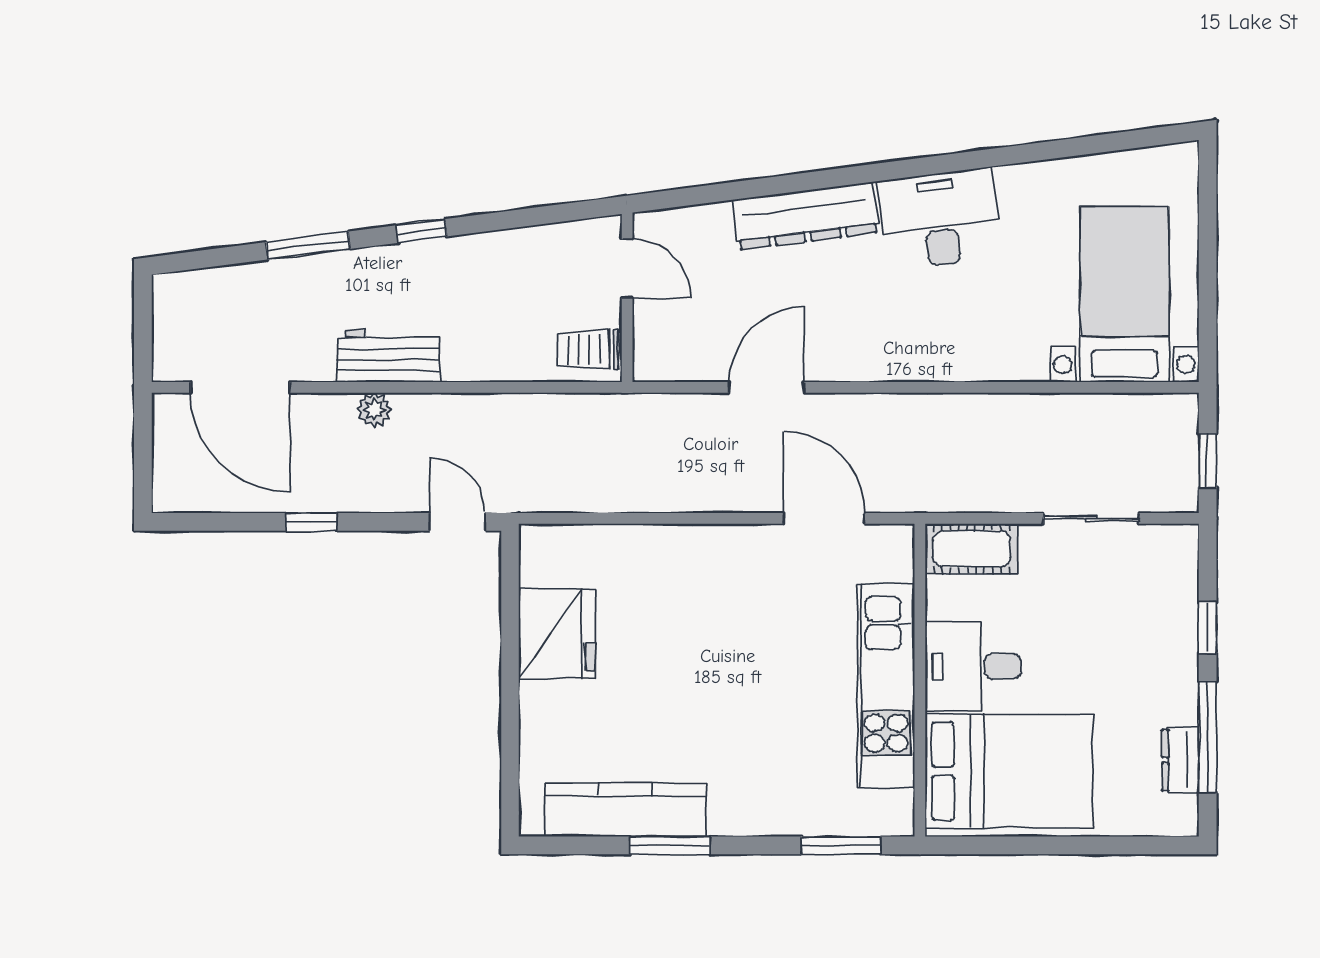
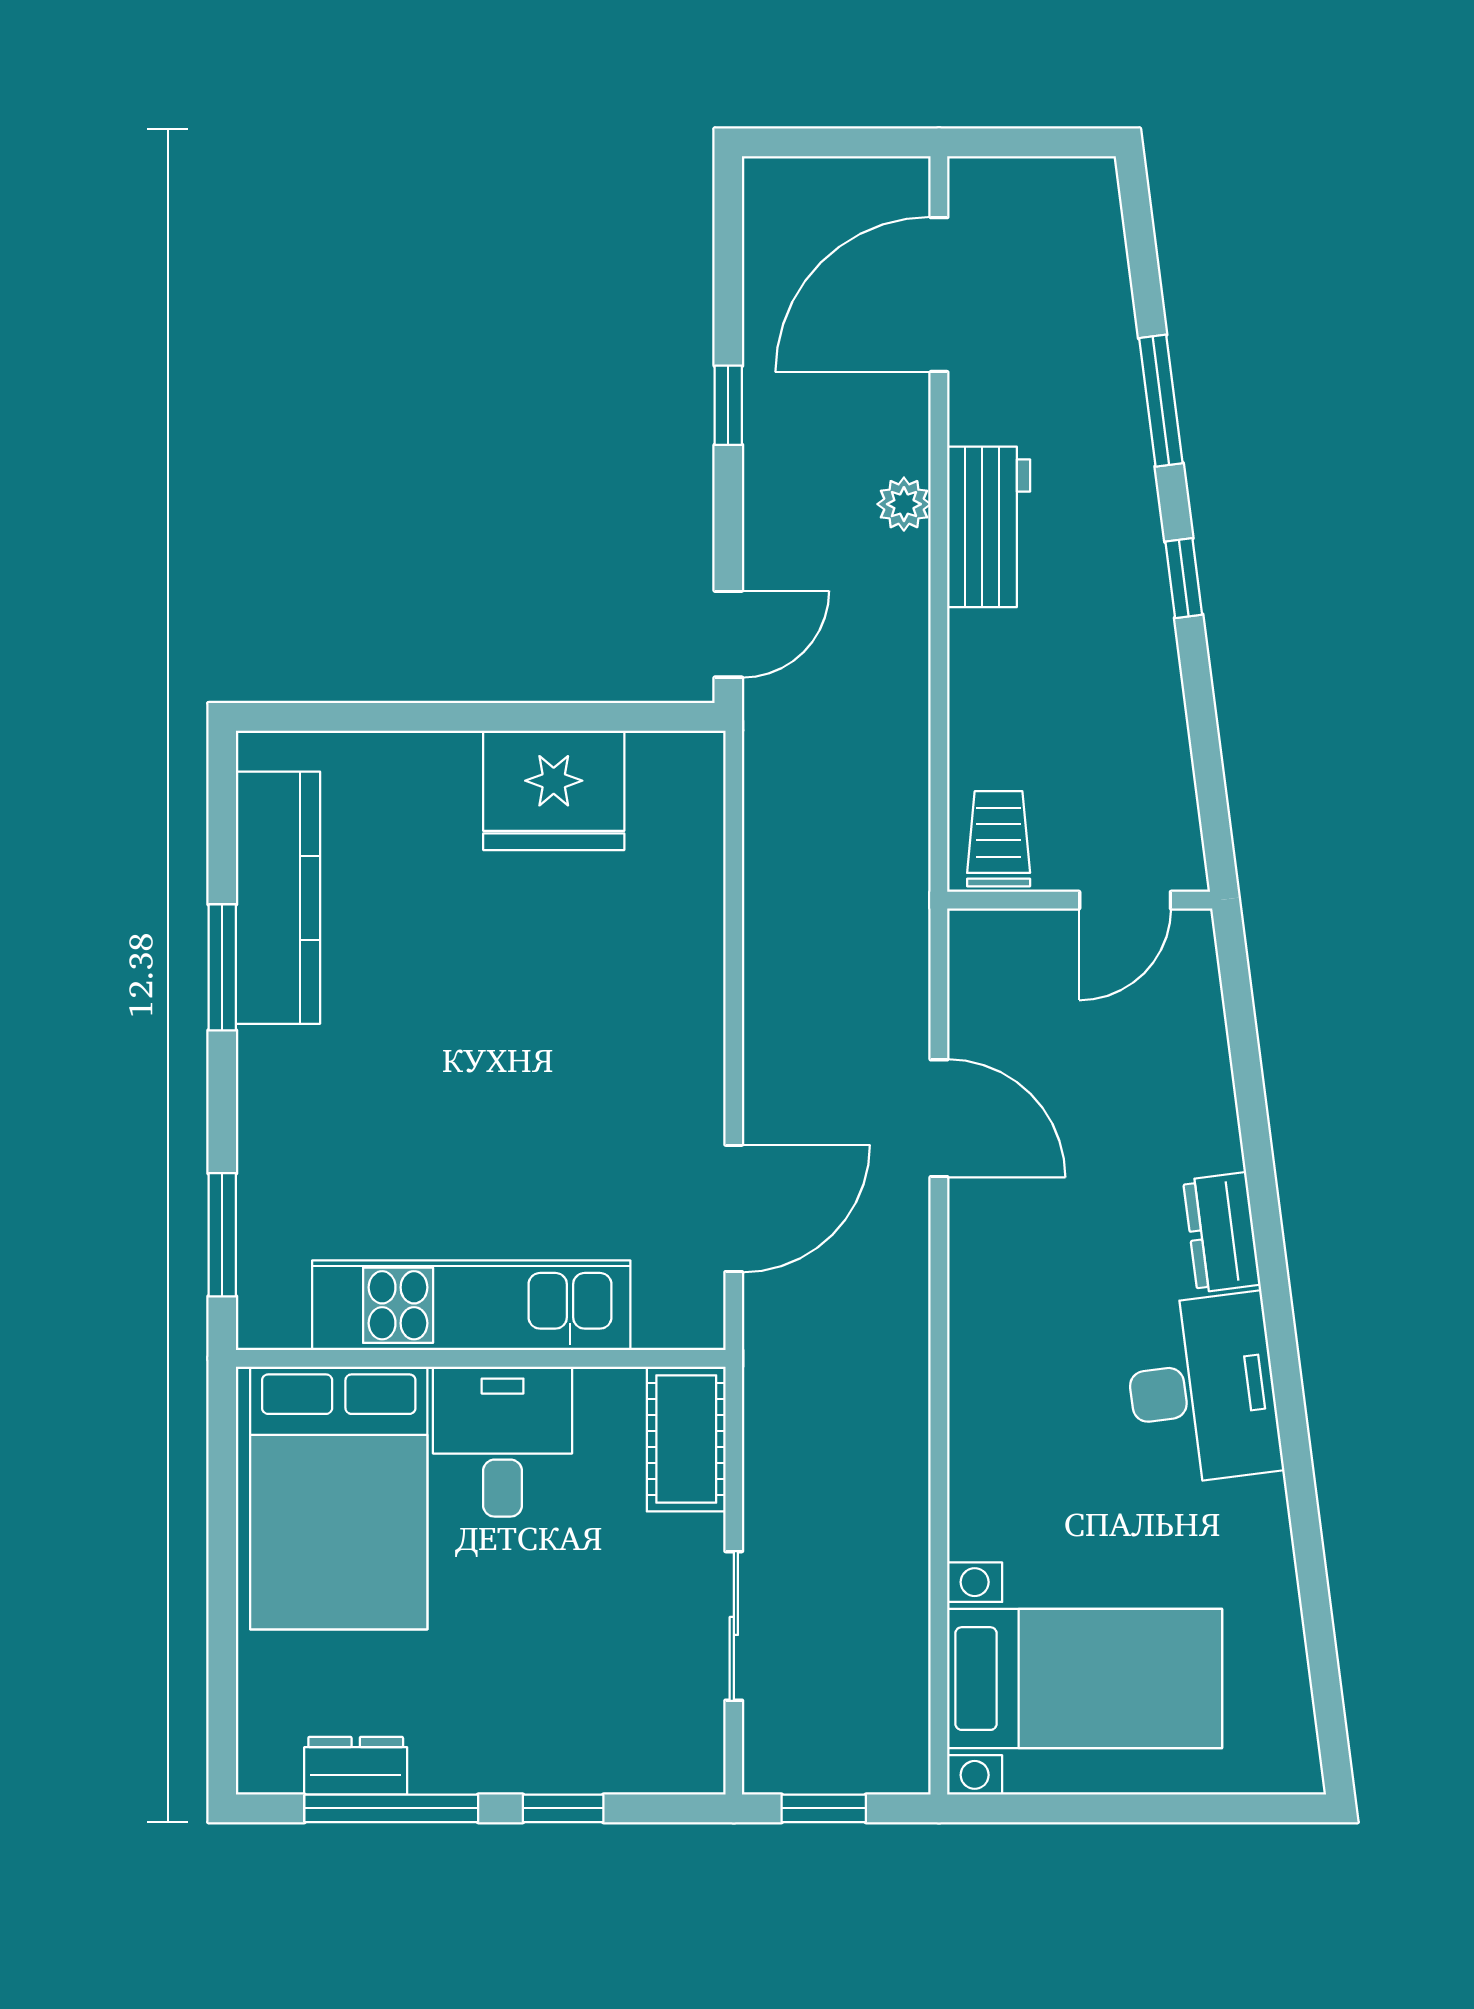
dresser: (805, 216) -> (1222, 1232), width x0.51, depth x0.80

